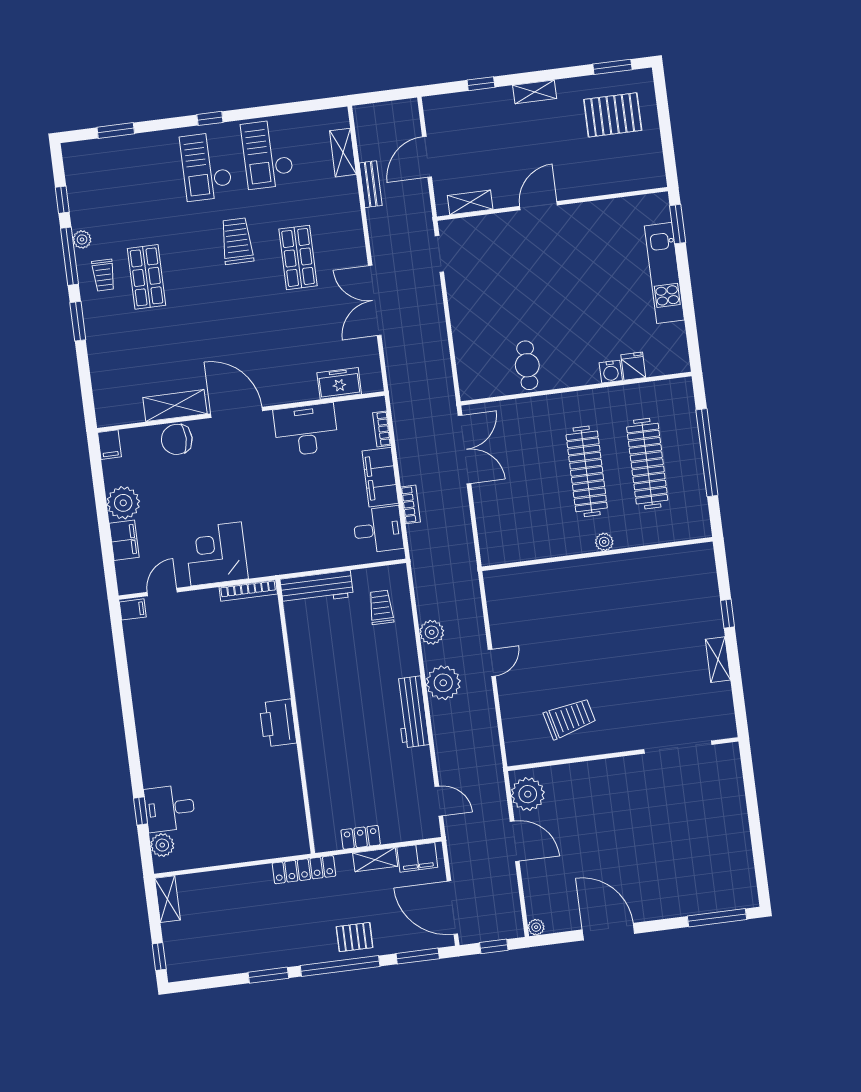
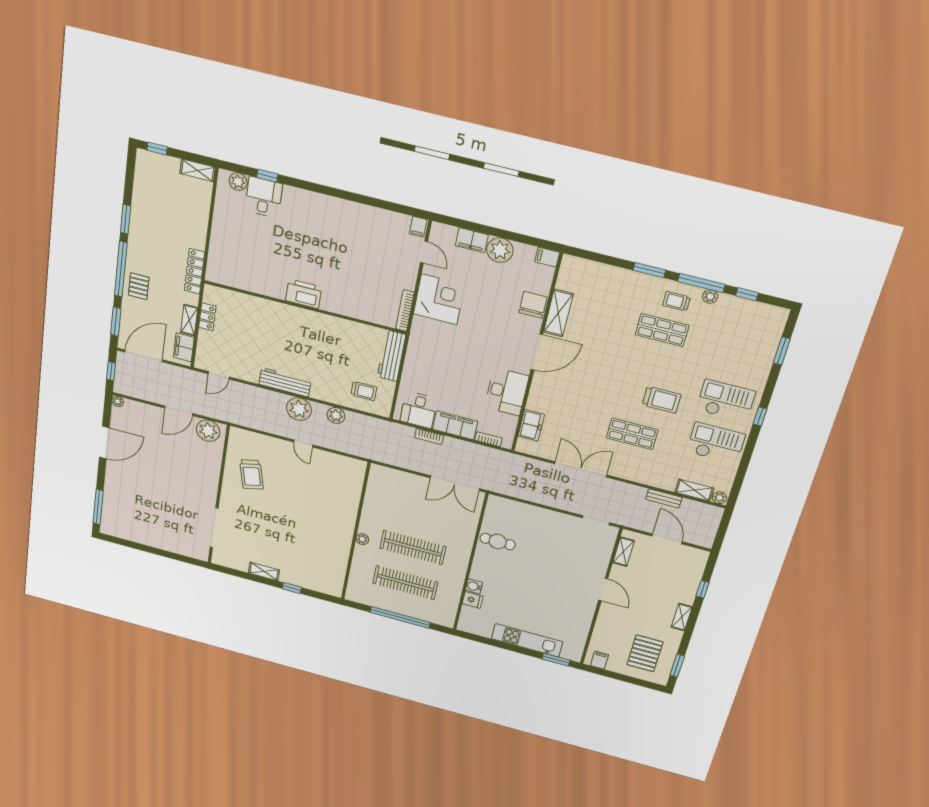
plant: (340, 118) -> (719, 498), added
filing cabinet: (651, 168) -> (599, 660), added

